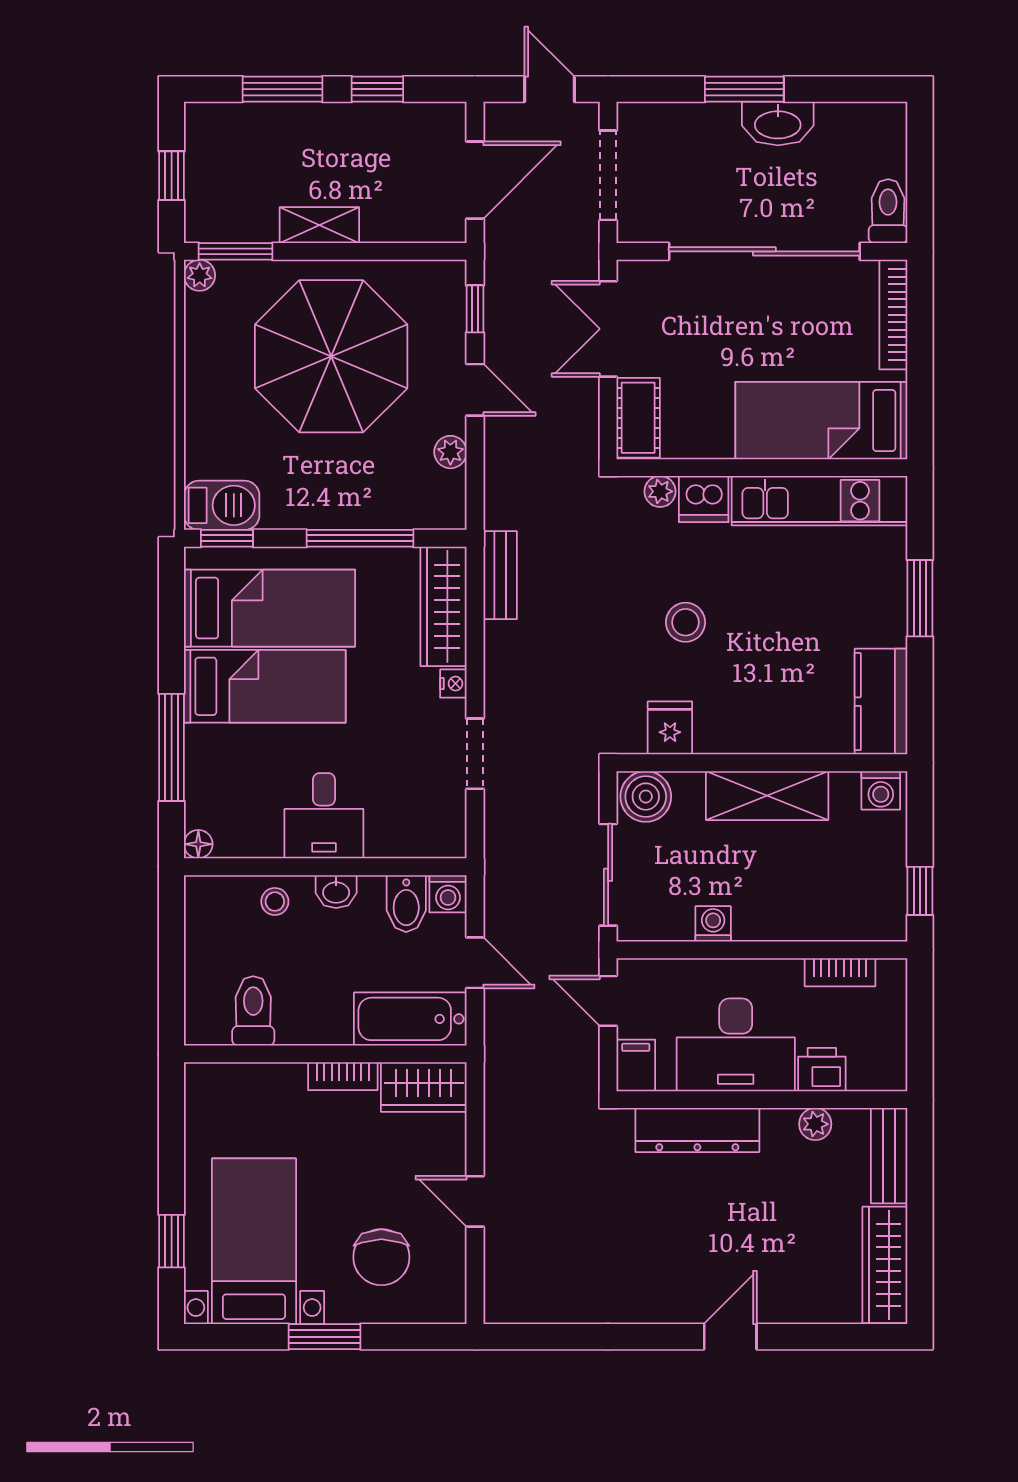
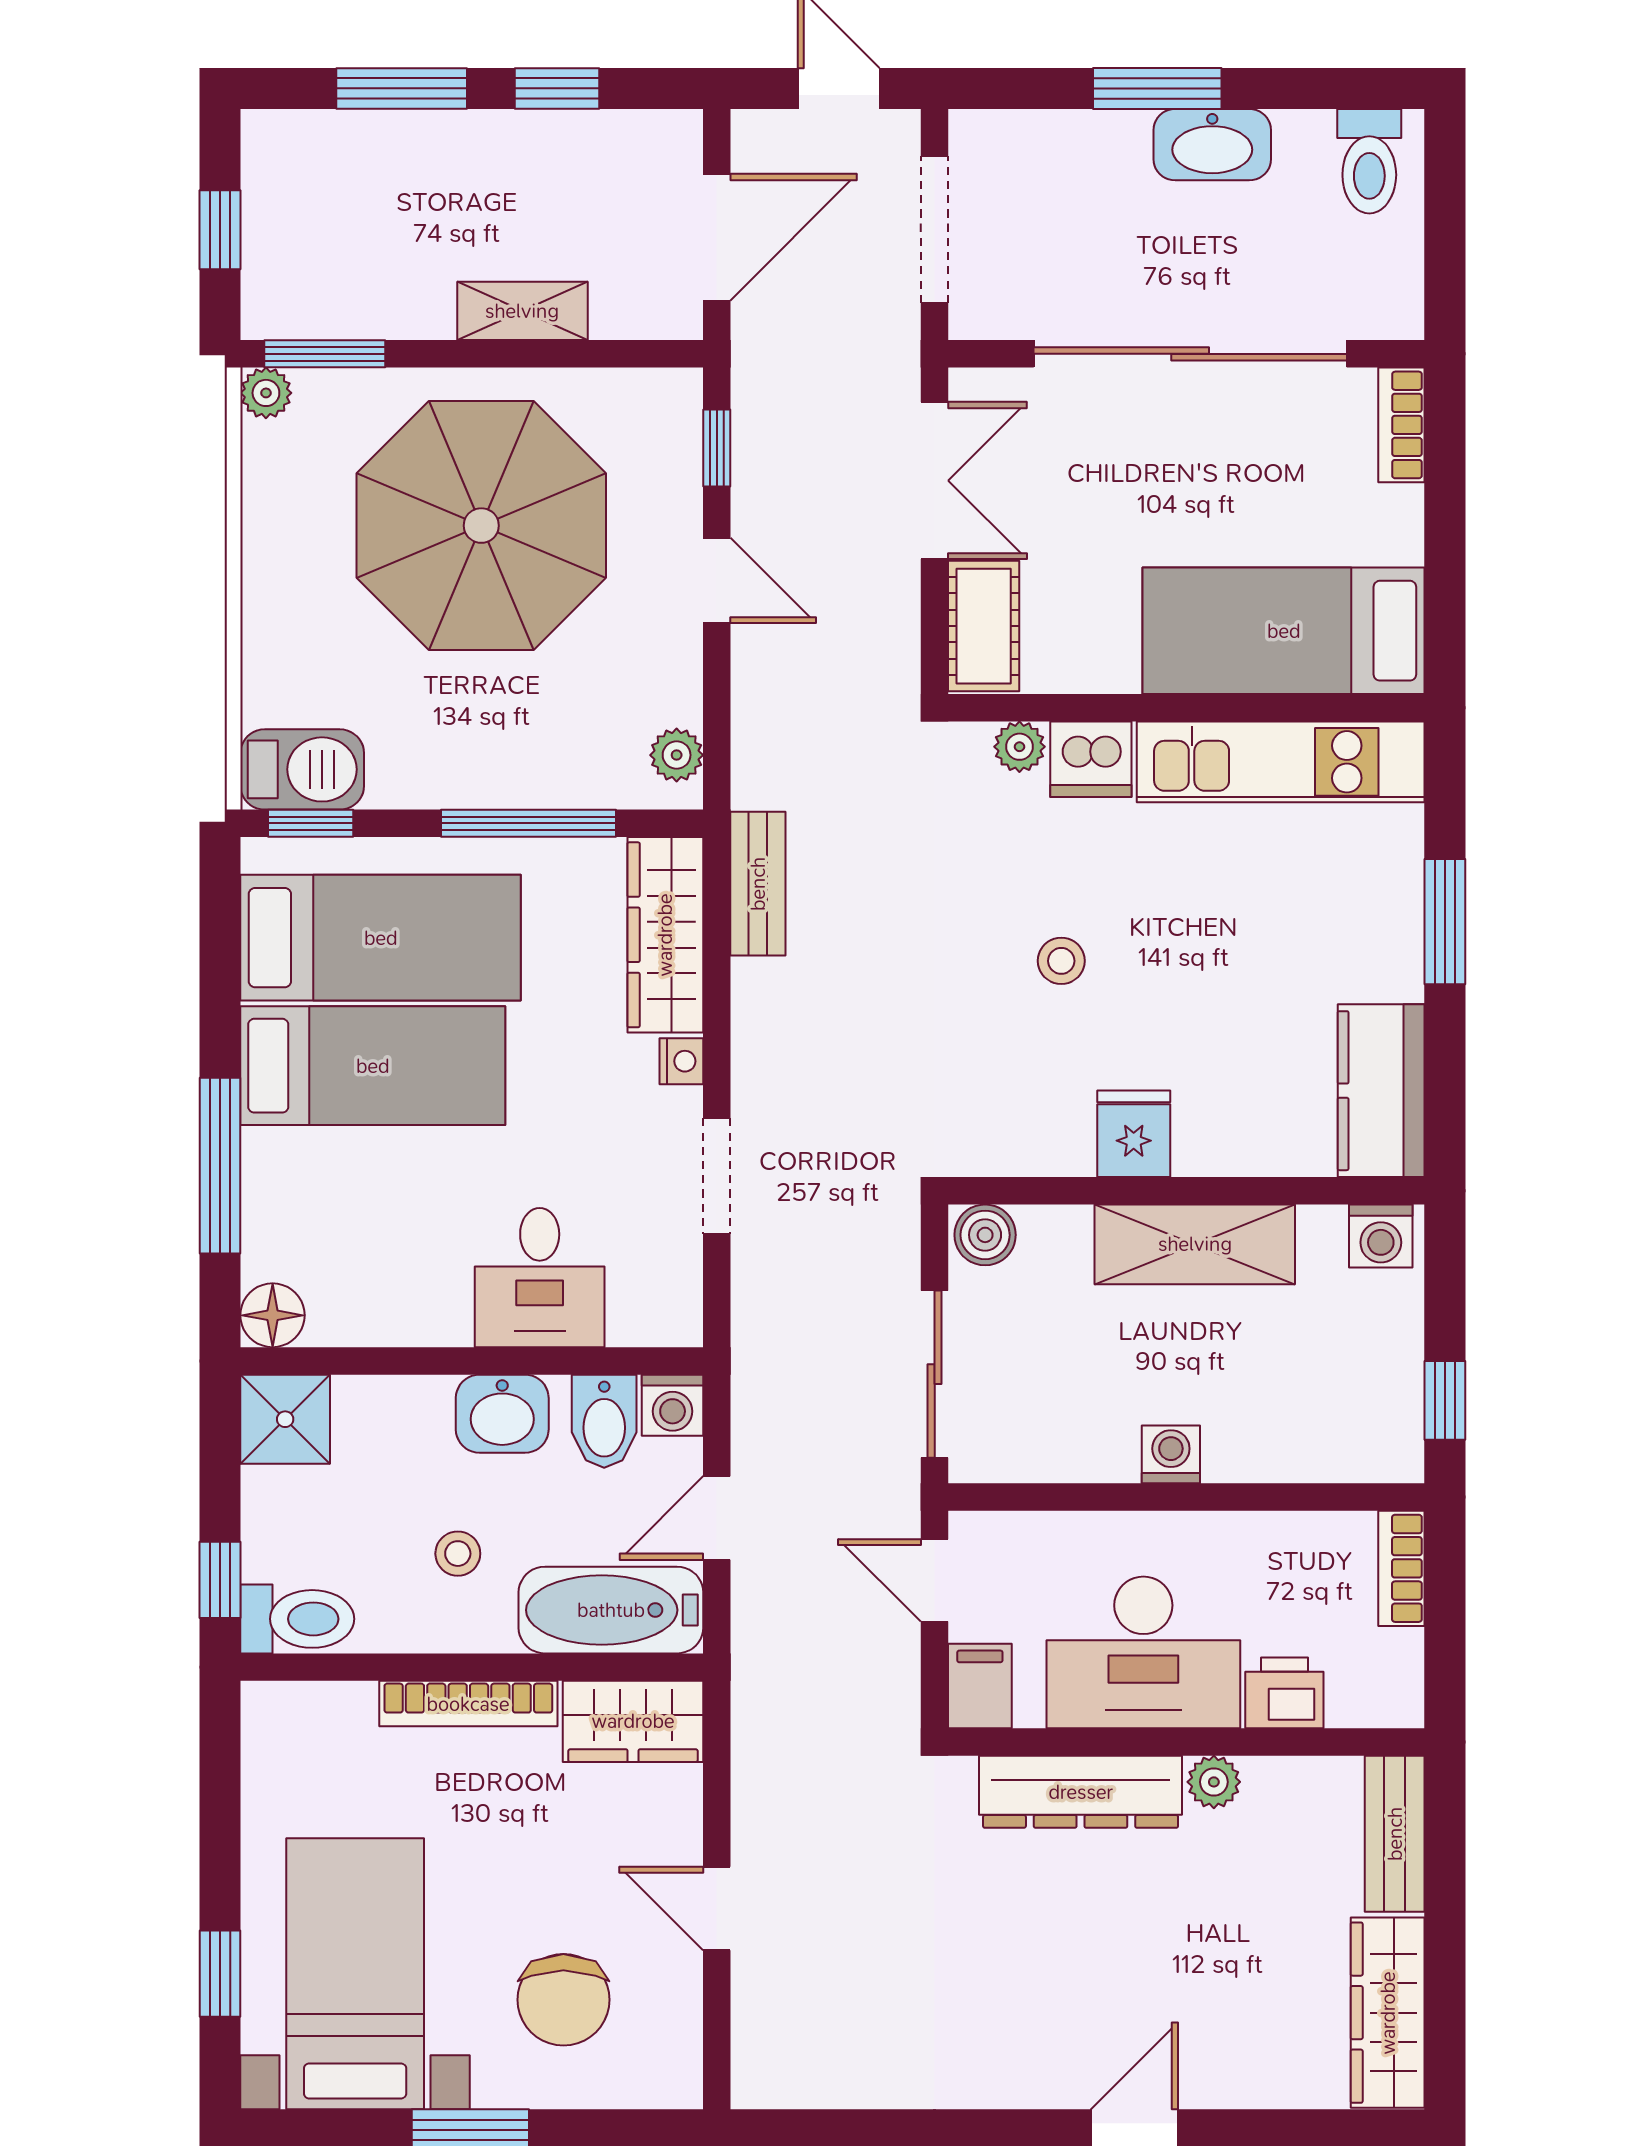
toilet: (888, 211) -> (1369, 161), moved, turned 180
shelving: (319, 225) -> (522, 311), moved
bookcase: (893, 315) -> (1401, 425), width x0.64
double door: (608, 329) -> (935, 481), swing flipped
plant: (450, 452) -> (677, 755), moved
stool: (686, 622) -> (1061, 961), width x0.73, depth x0.73
fridge: (670, 728) -> (1134, 1134), moved
boiler: (646, 797) -> (985, 1235), width x0.73, depth x0.73
desk: (324, 816) -> (540, 1278), moved
floor lamp: (198, 844) -> (273, 1315), width x1.37, depth x1.37
washbasin: (336, 892) -> (502, 1414), width x1.38, depth x1.45
shower: (211, 902) -> (285, 1419), added
stool: (275, 902) -> (458, 1554), moved
washing machine: (713, 924) -> (1171, 1454), moved
door: (475, 963) -> (717, 1518), swing flipped
bookcase: (840, 972) -> (1401, 1568), moved, turned 90
window: (172, 1001) -> (220, 1580), added
toilet: (253, 1011) -> (297, 1619), moved, turned 90
bookcase: (343, 1076) -> (468, 1704), width x1.56
plant: (815, 1124) -> (1214, 1782), moved

